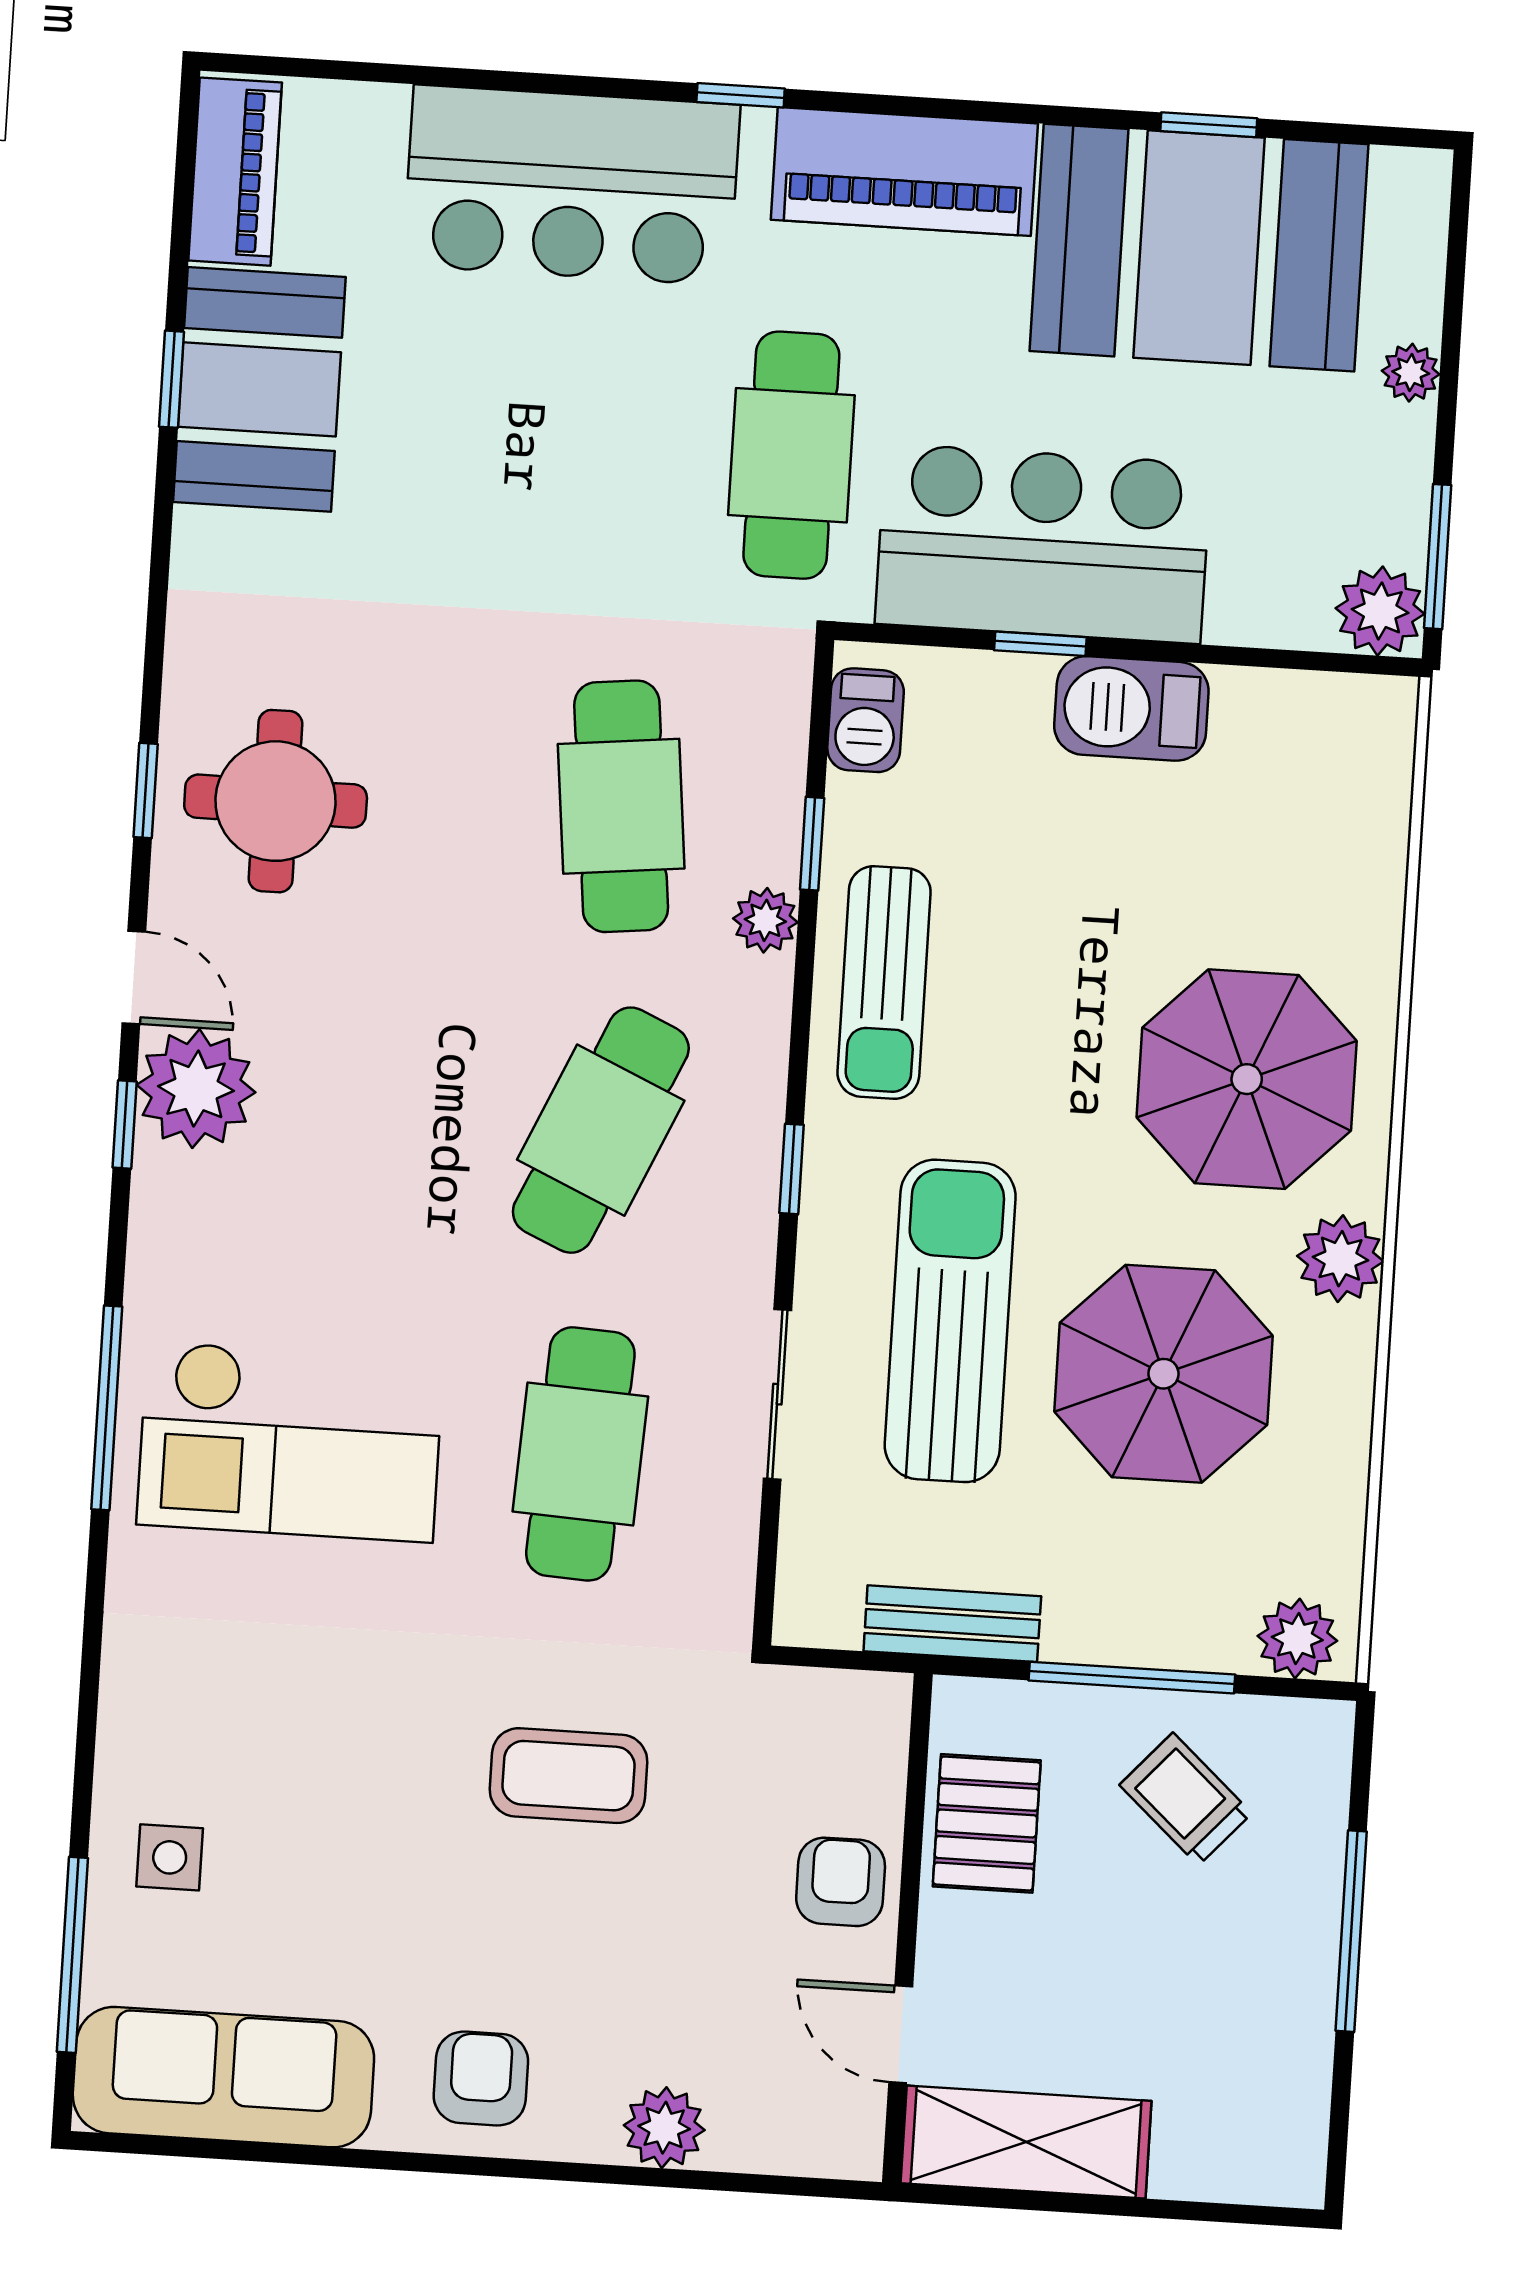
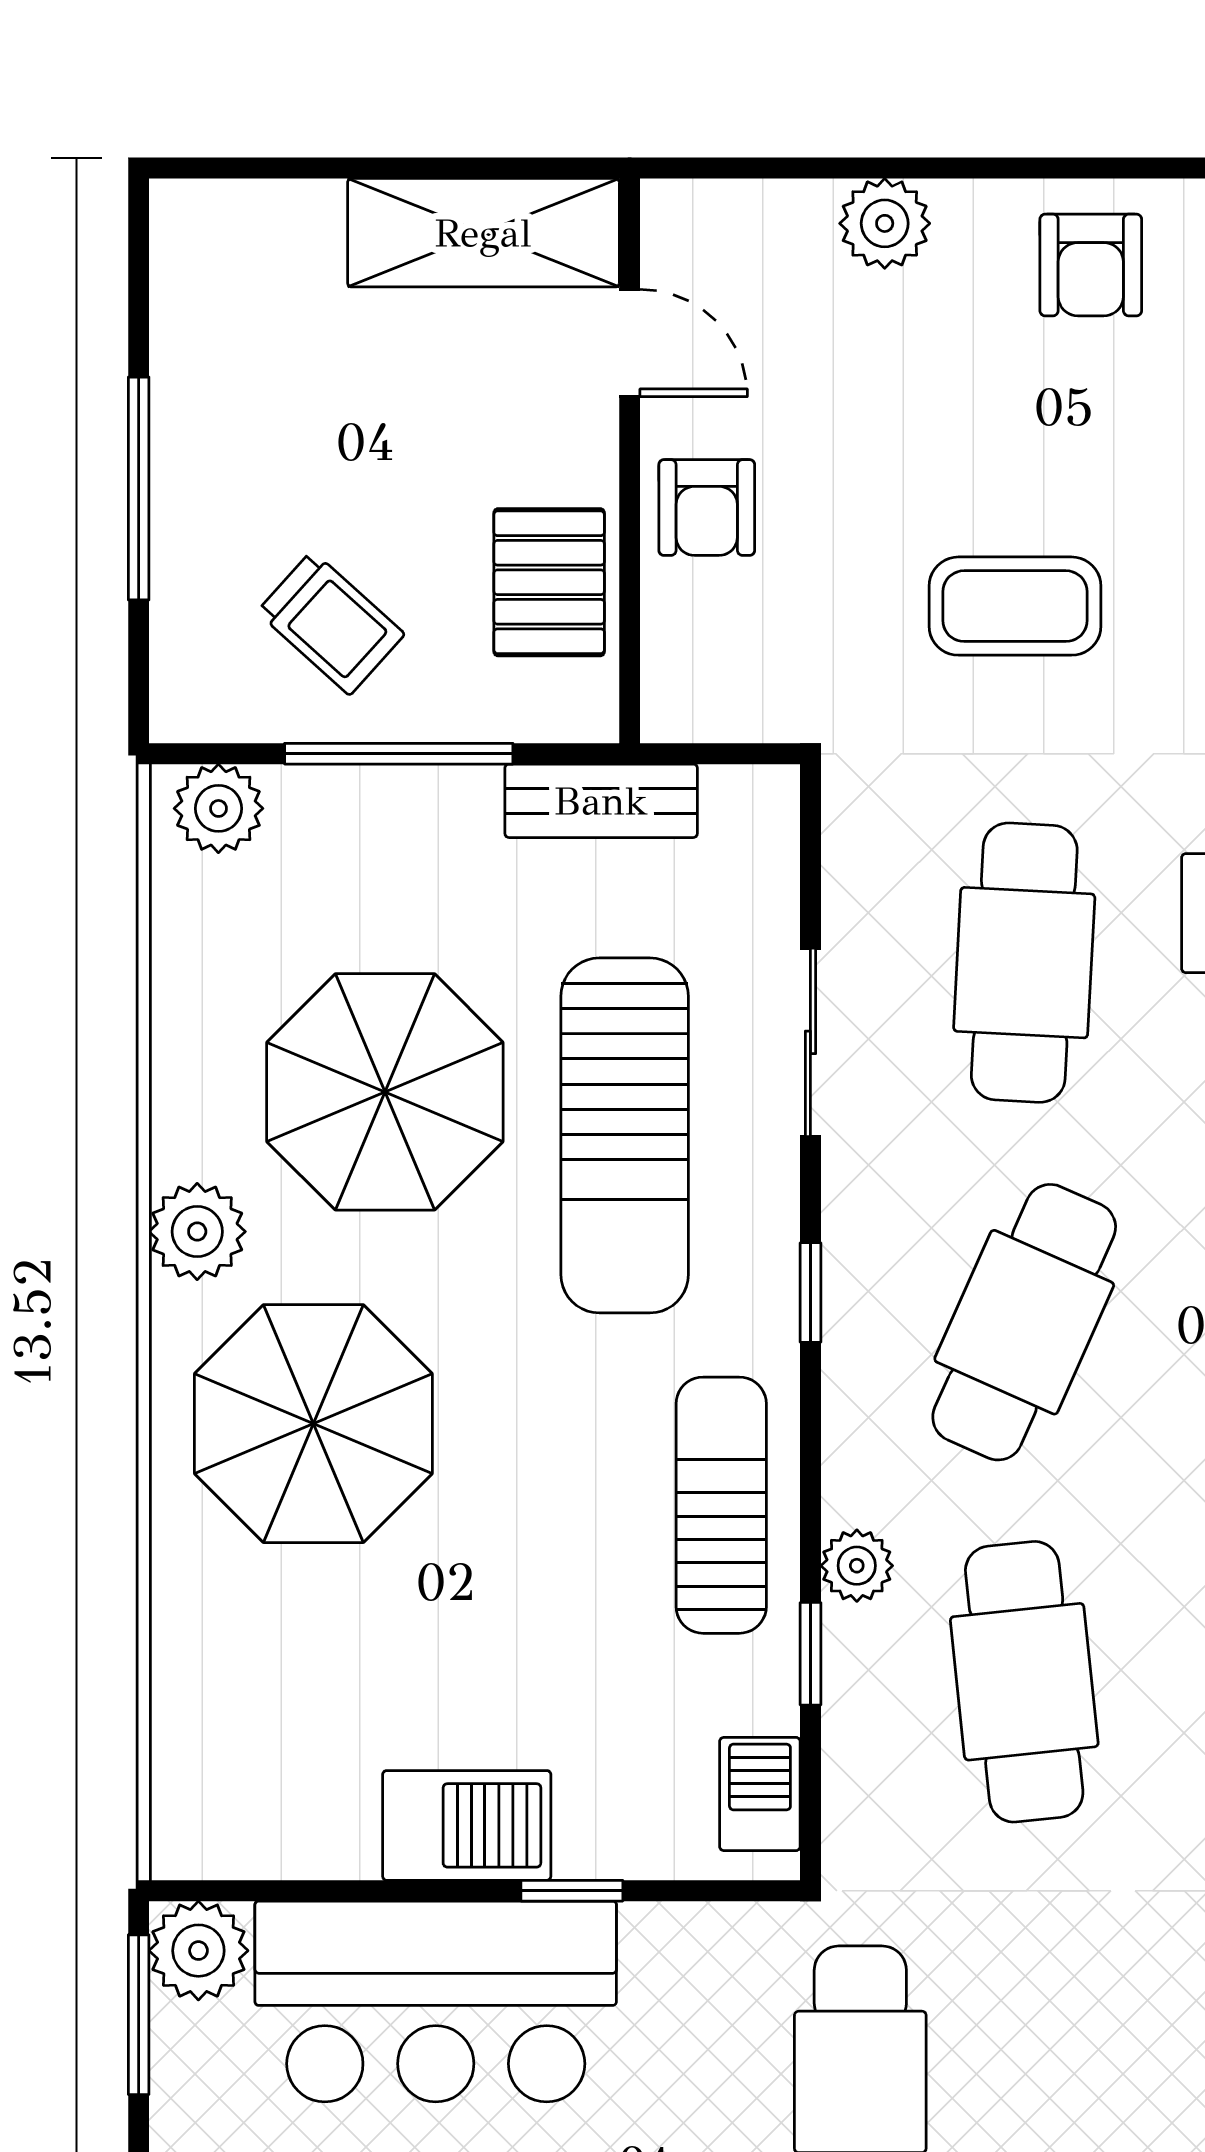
bar counter: (1043, 544) -> (436, 2001), moved

